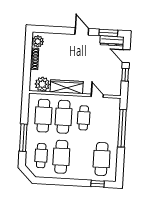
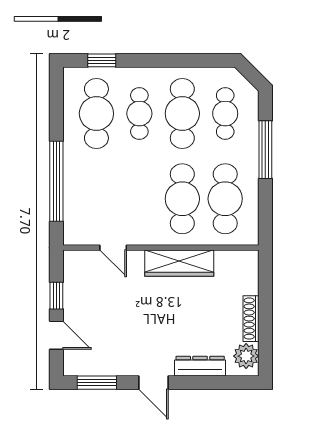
dresser: (112, 41) -> (200, 366), moved
plant: (42, 84) -> (231, 266), removed
cafe table: (84, 118) -> (139, 114), moved

